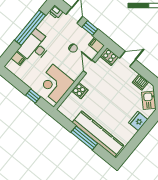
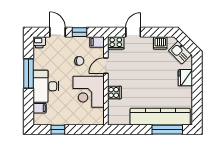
window: (30, 28) -> (29, 74), width x0.68
door: (89, 67) -> (106, 66), hinge flipped
corner desk: (55, 84) -> (89, 92), moved
window: (33, 96) -> (58, 130), moved
window: (84, 138) -> (167, 130), moved

